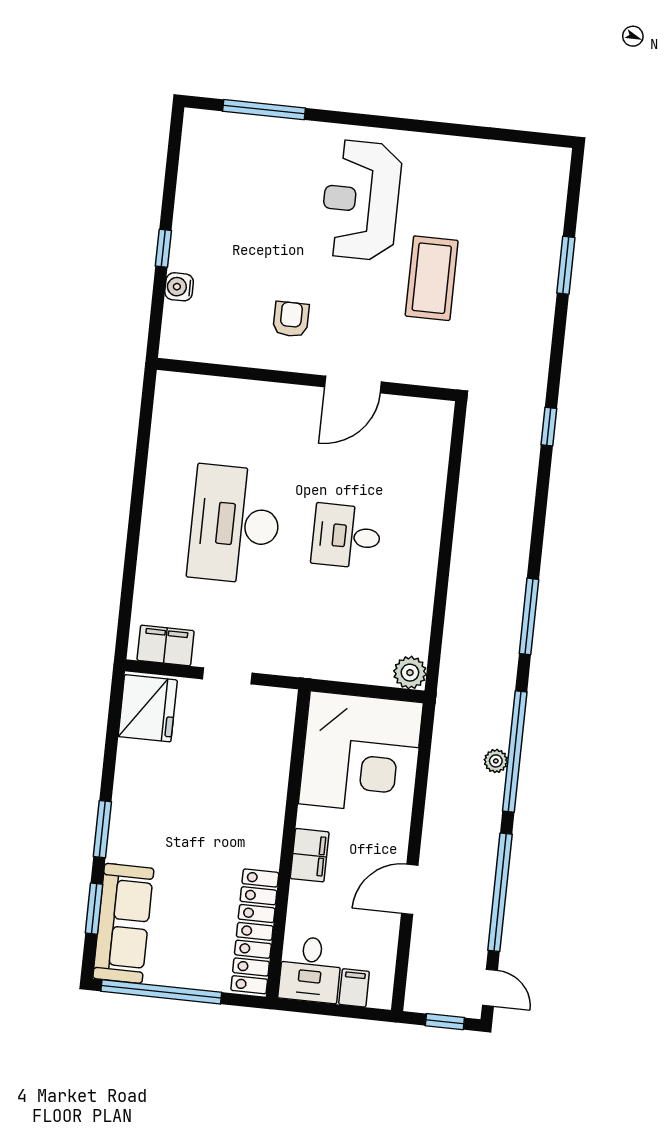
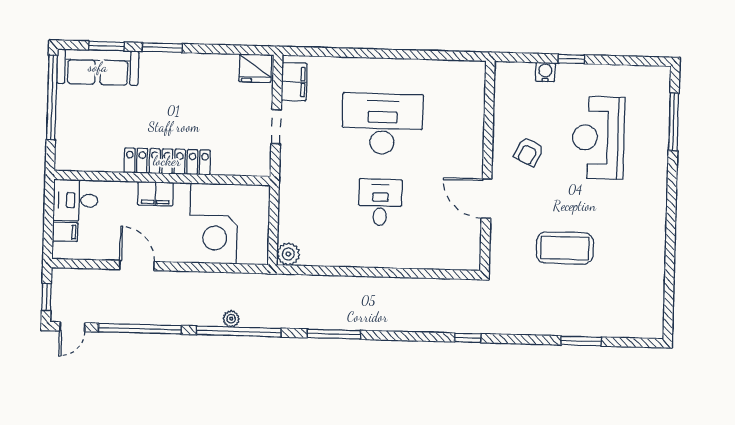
reception desk: (361, 200) -> (598, 138), moved, turned -90
armchair: (291, 319) -> (529, 152), turned 116
fridge: (148, 708) -> (255, 68), width x0.73, depth x0.75
locker: (255, 931) -> (167, 161), moved

